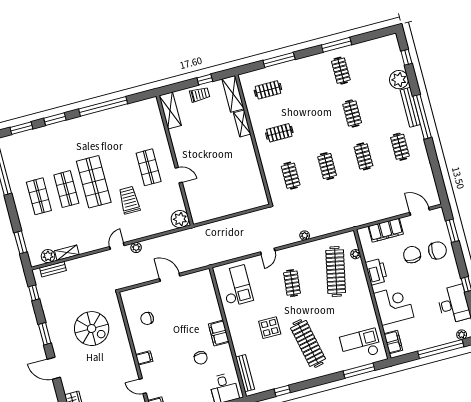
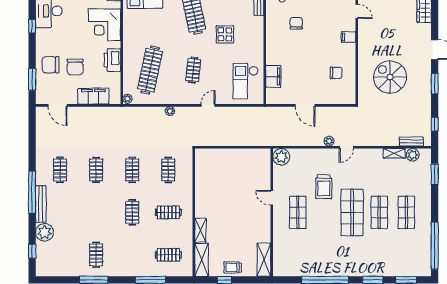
clothes rail: (352, 114) -> (132, 212), moved
plant: (356, 254) -> (127, 99), moved
filing cabinet: (219, 333) -> (273, 76), moved

